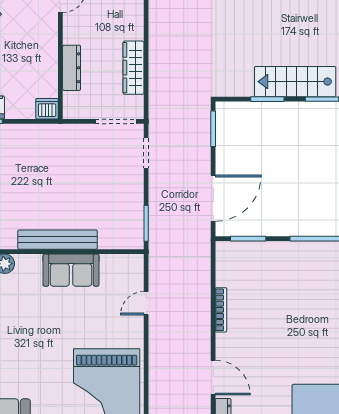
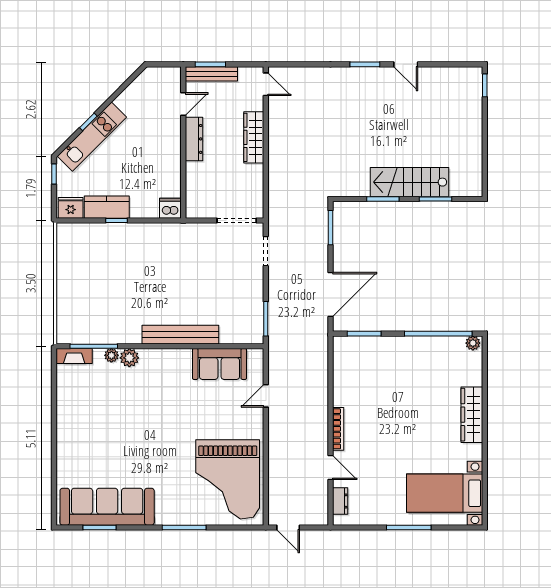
dresser: (72, 68) -> (194, 139), moved
wardrobe: (134, 68) -> (254, 137), moved
sofa: (71, 270) -> (219, 364), moved
bookcase: (221, 310) -> (338, 429), moved
door: (213, 378) -> (330, 468), width x0.73

